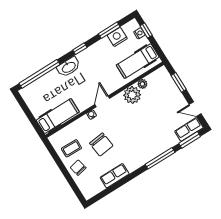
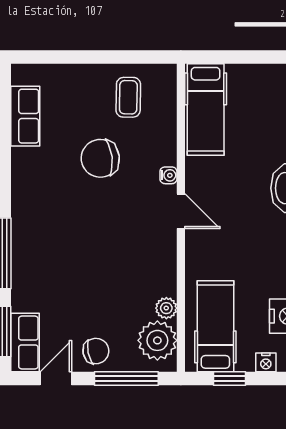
window: (146, 31) -> (229, 378), moved
window: (179, 82) -> (126, 378), width x1.44
plant: (132, 95) -> (157, 340), moved
chair: (78, 168) -> (96, 351), moved
row of seats: (115, 176) -> (25, 116), moved

